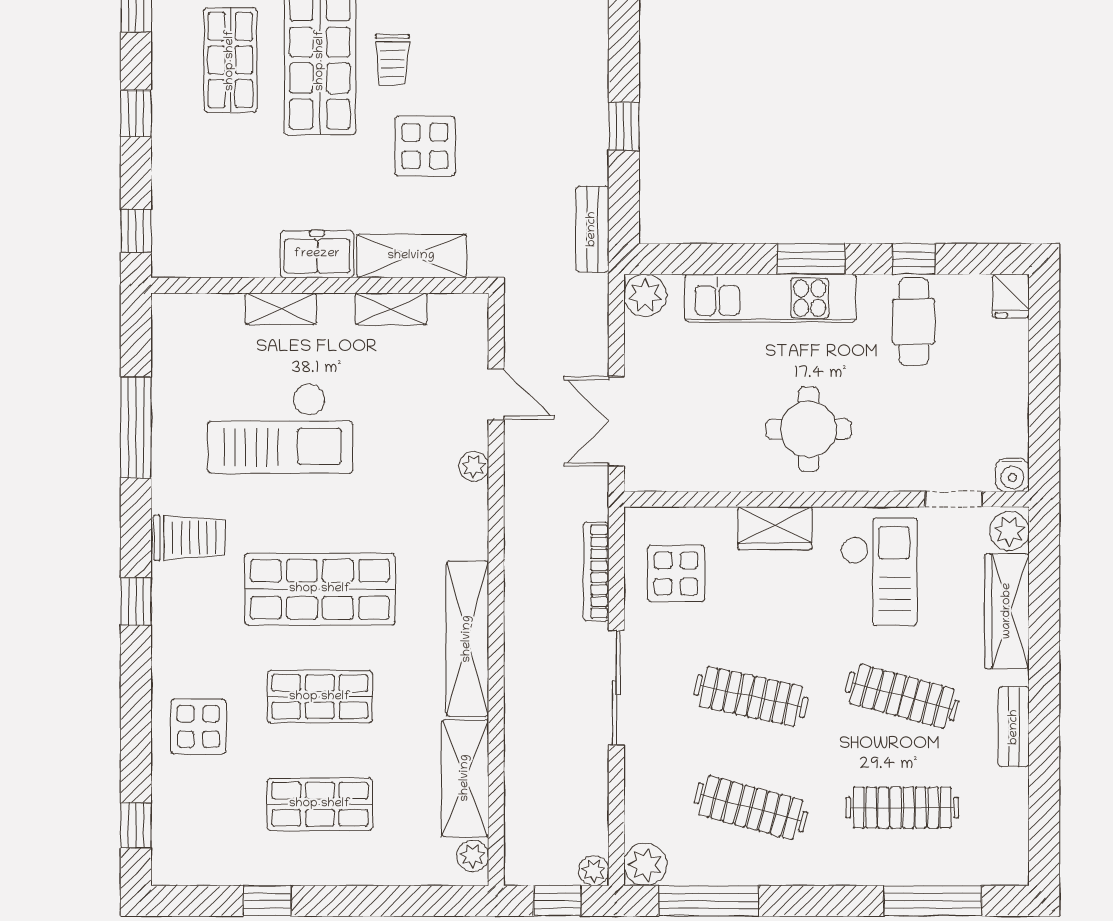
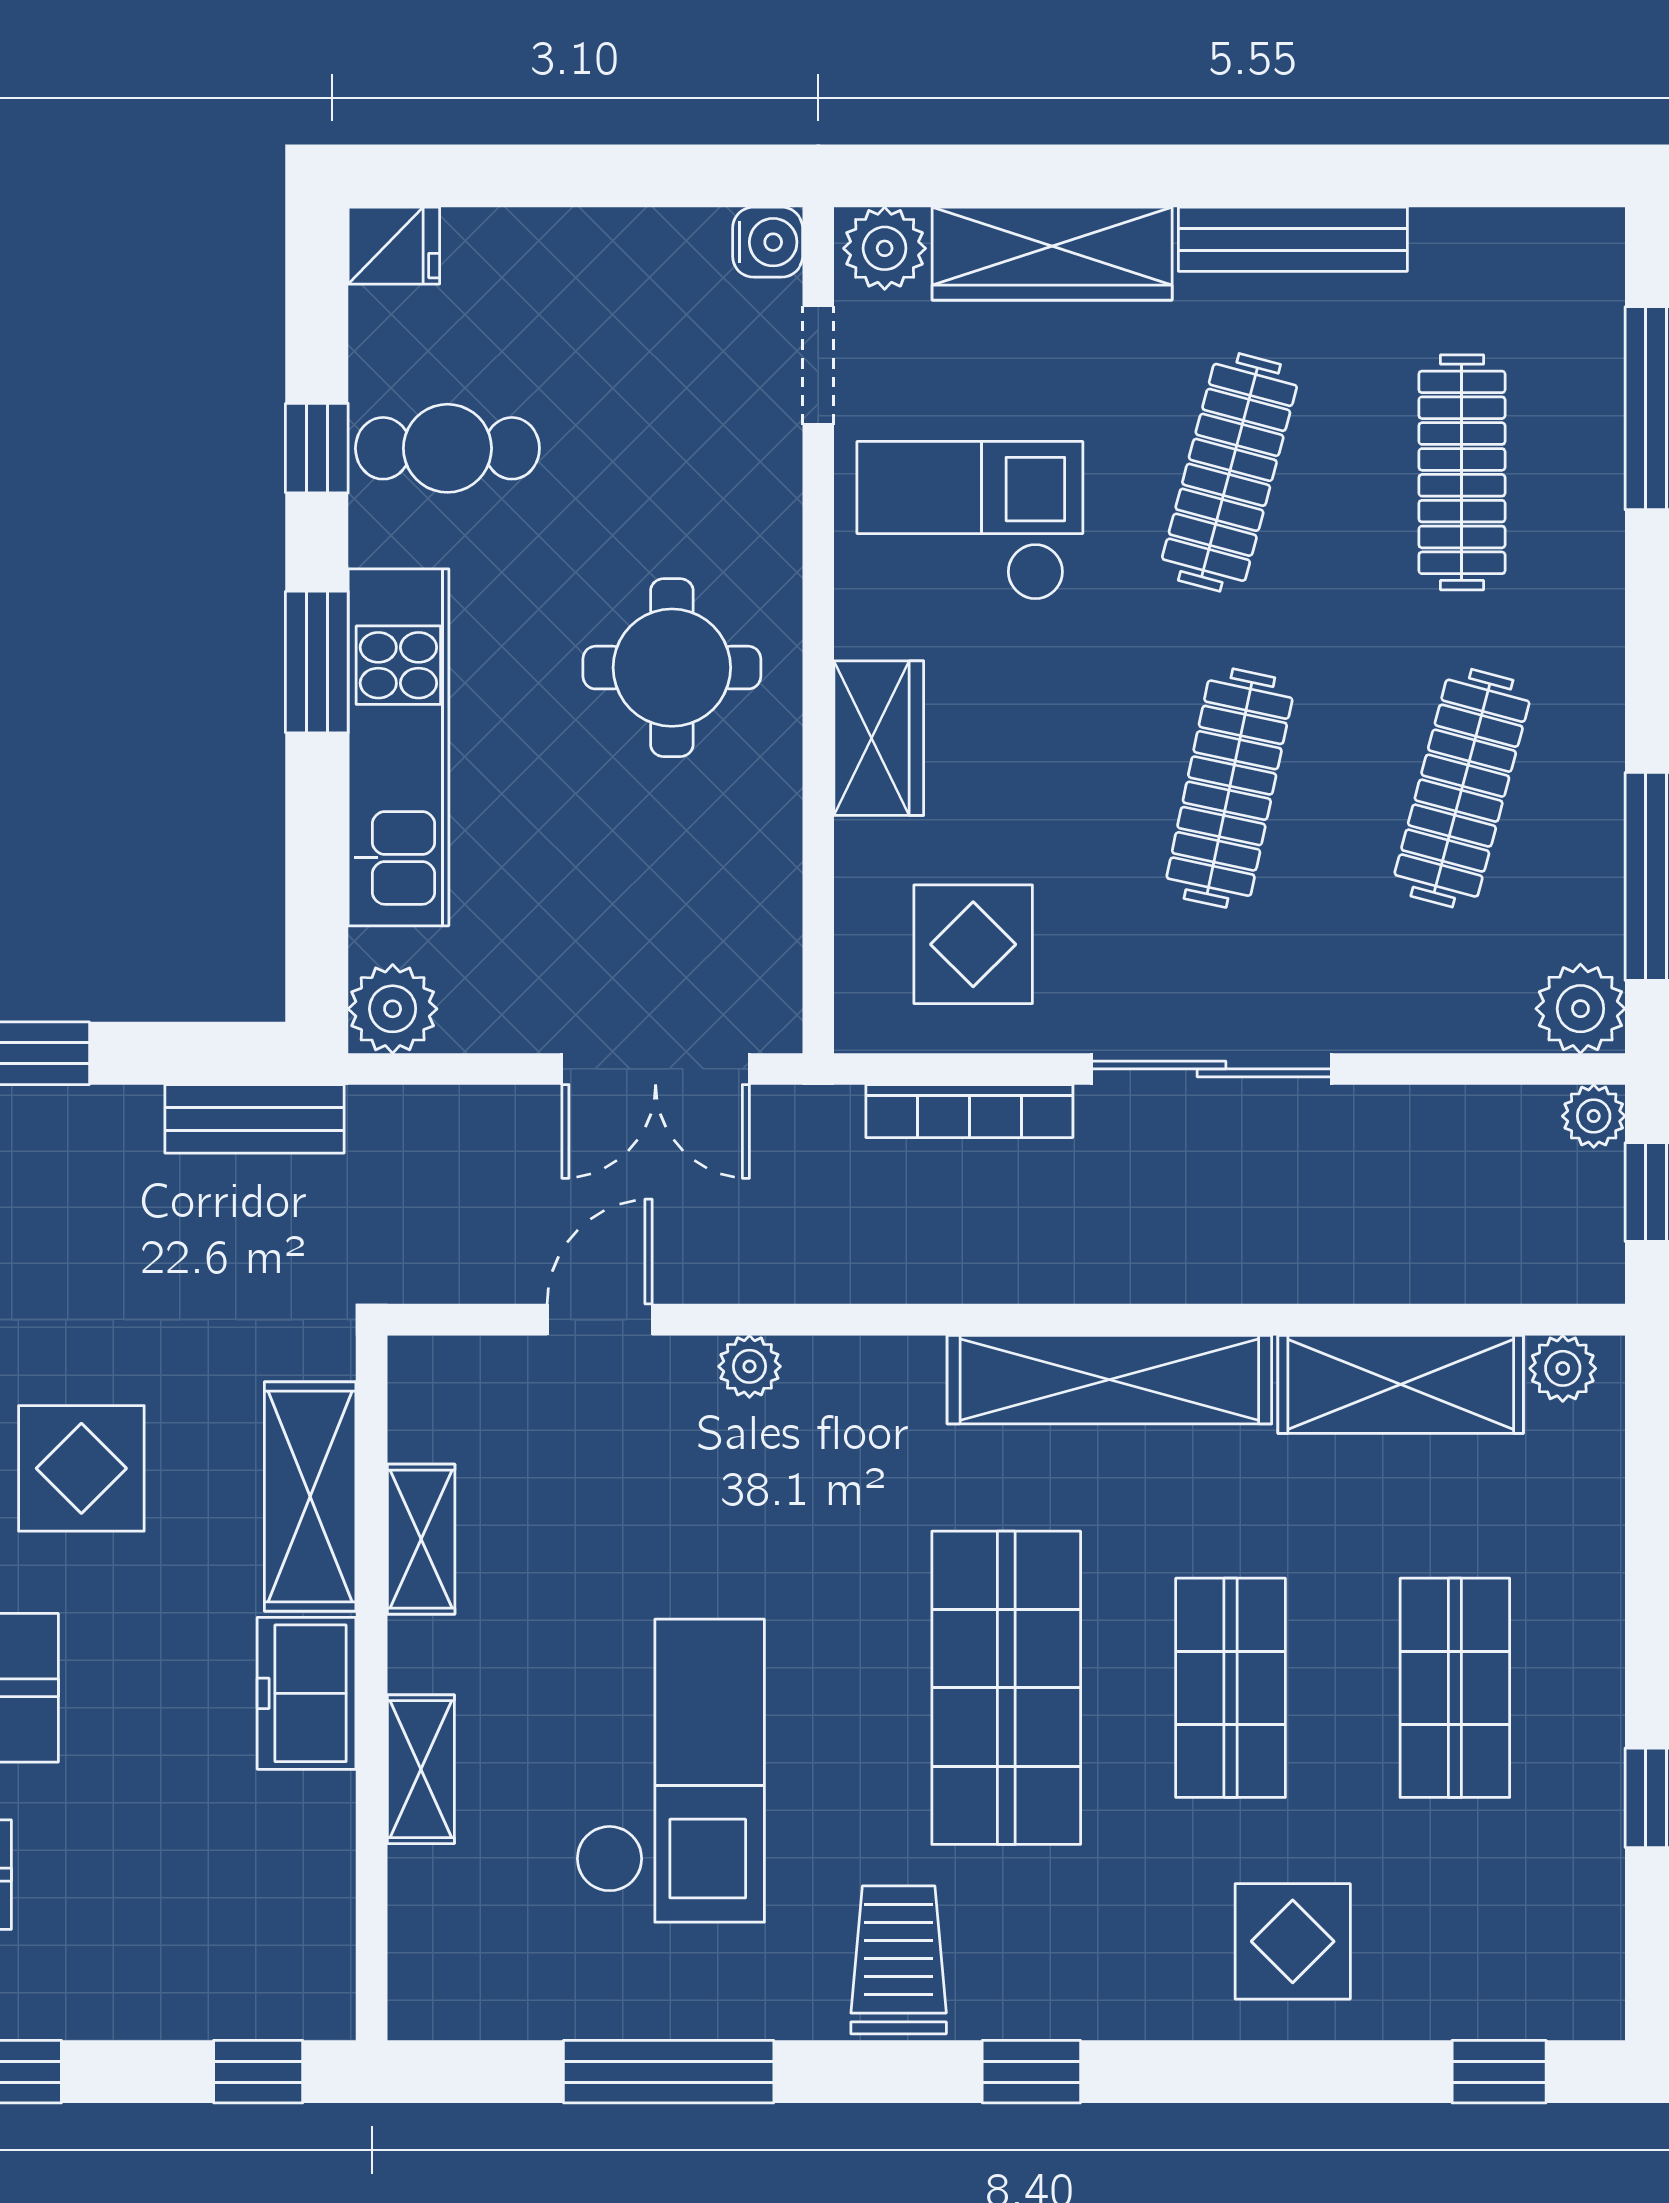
bench: (1014, 727) -> (1293, 239), width x1.36

